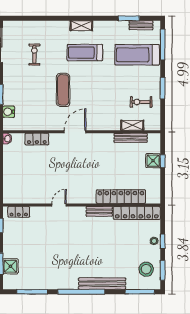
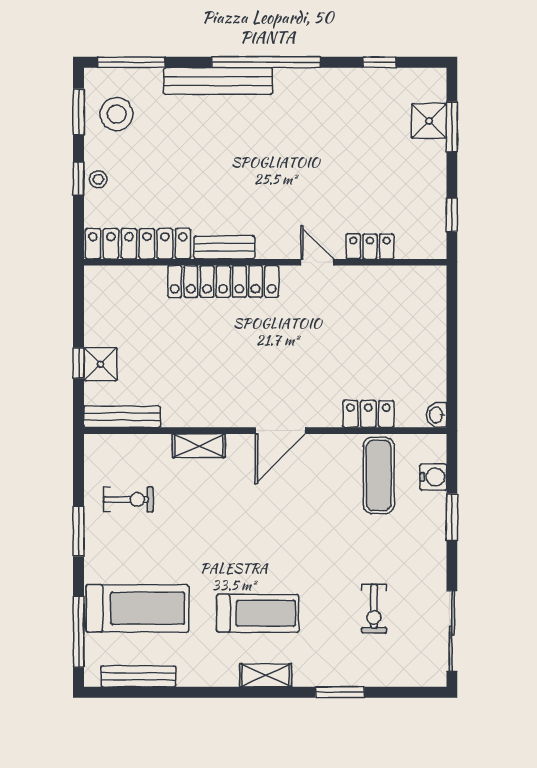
window: (129, 18) -> (340, 692), moved
bench: (141, 25) -> (138, 676), width x1.36
exercise mat: (63, 90) -> (379, 475), moved
shelving: (132, 125) -> (199, 446), moved
bench: (131, 138) -> (122, 417), moved
locker: (121, 197) -> (223, 281), moved
door: (59, 205) -> (317, 262), swing flipped
locker: (19, 212) -> (370, 246), moved
window: (32, 292) -> (379, 62), width x0.46

